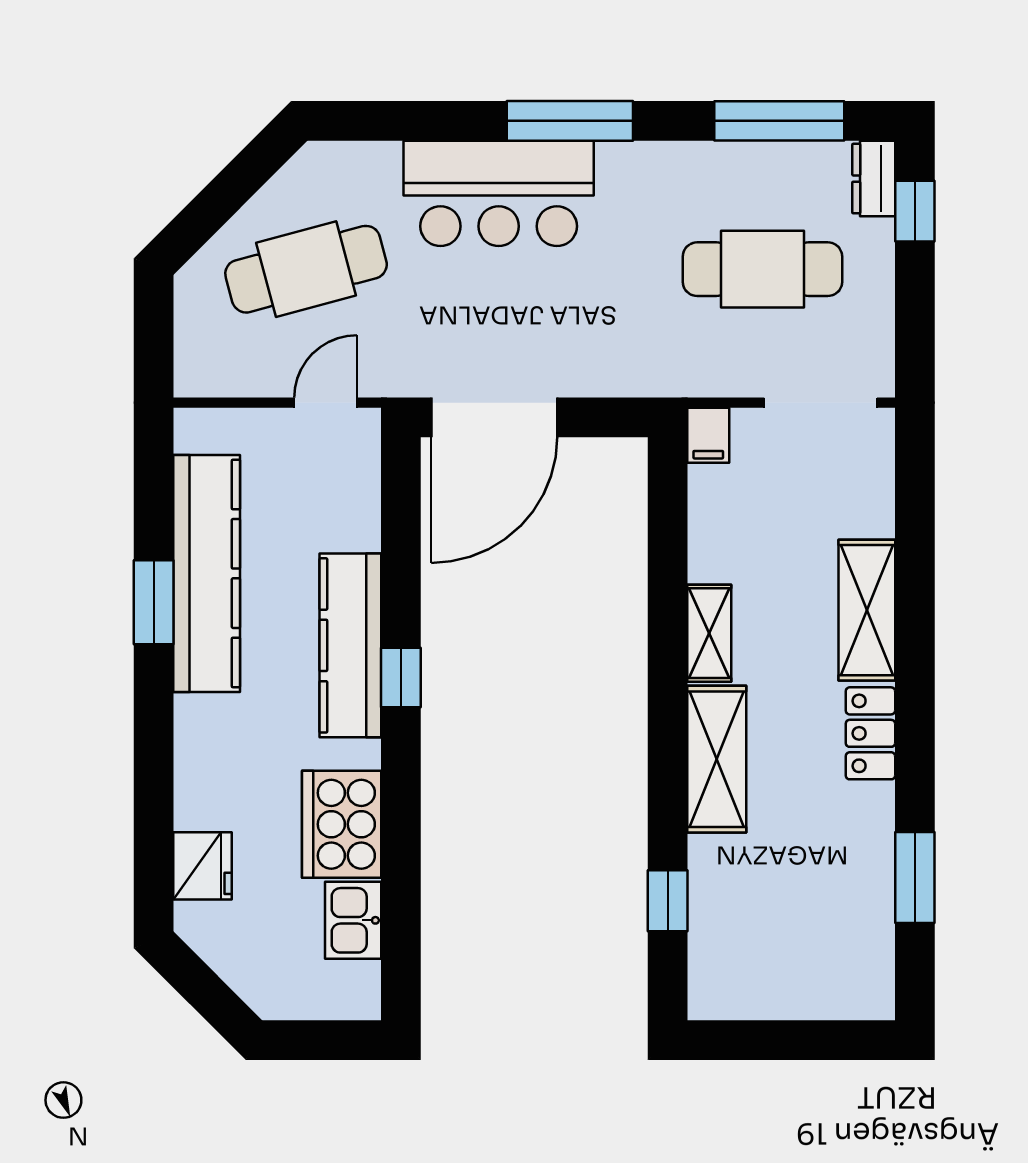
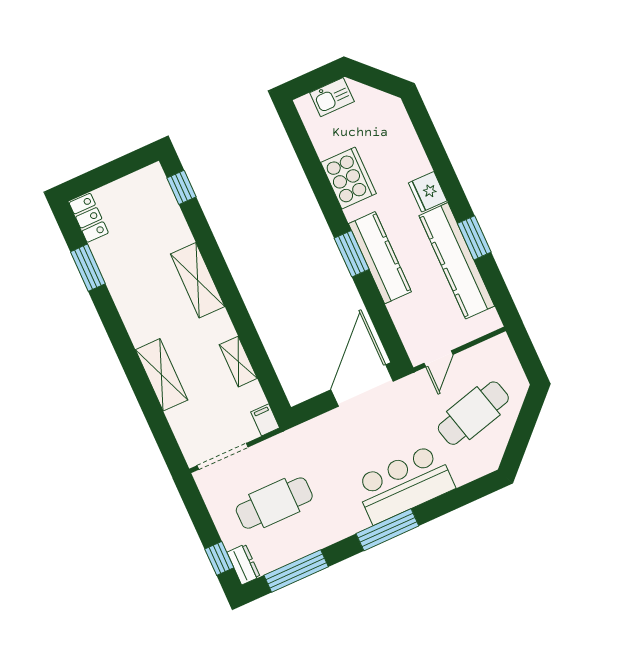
shelving: (709, 633) -> (238, 362), moved
window: (401, 677) -> (352, 254), width x1.50
locker: (870, 733) -> (89, 218), moved
fridge: (203, 866) -> (428, 192), moved
window: (668, 901) -> (181, 187), moved
kitchen sink: (353, 920) -> (332, 97), moved, turned 90

